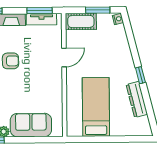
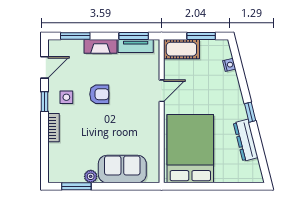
nightstand: (118, 19) -> (229, 65), moved
bed: (96, 107) -> (190, 149), width x1.50

